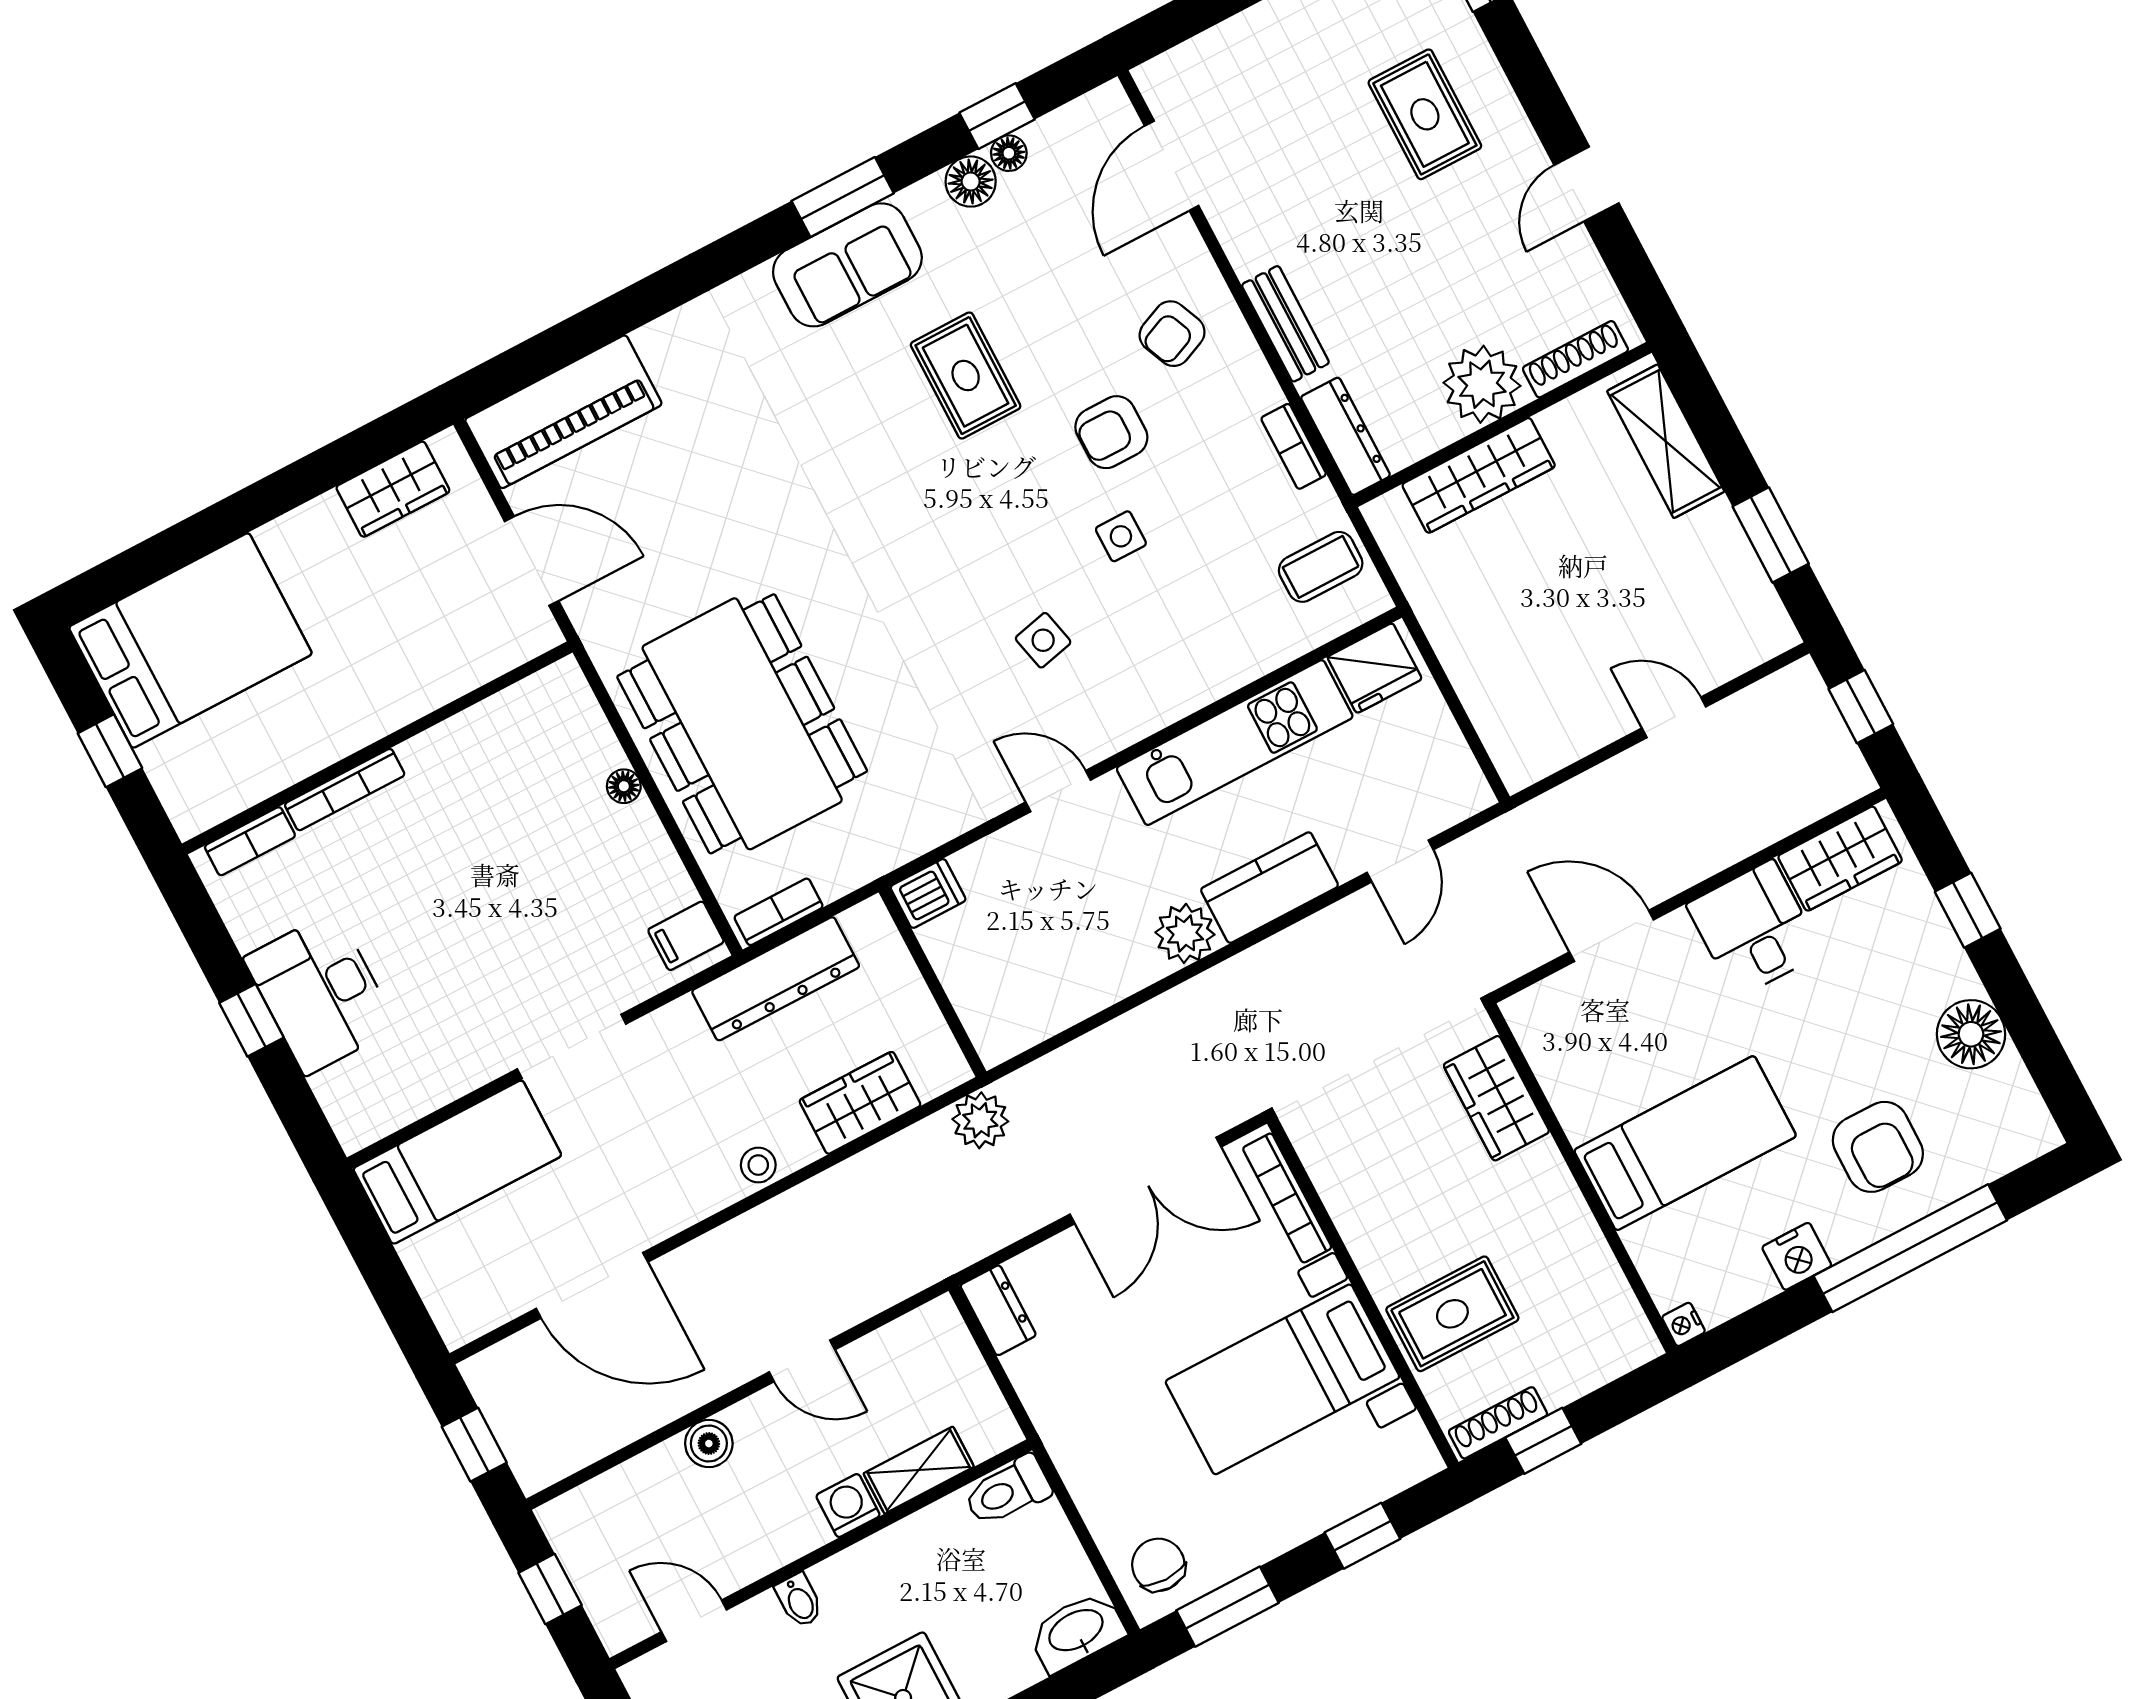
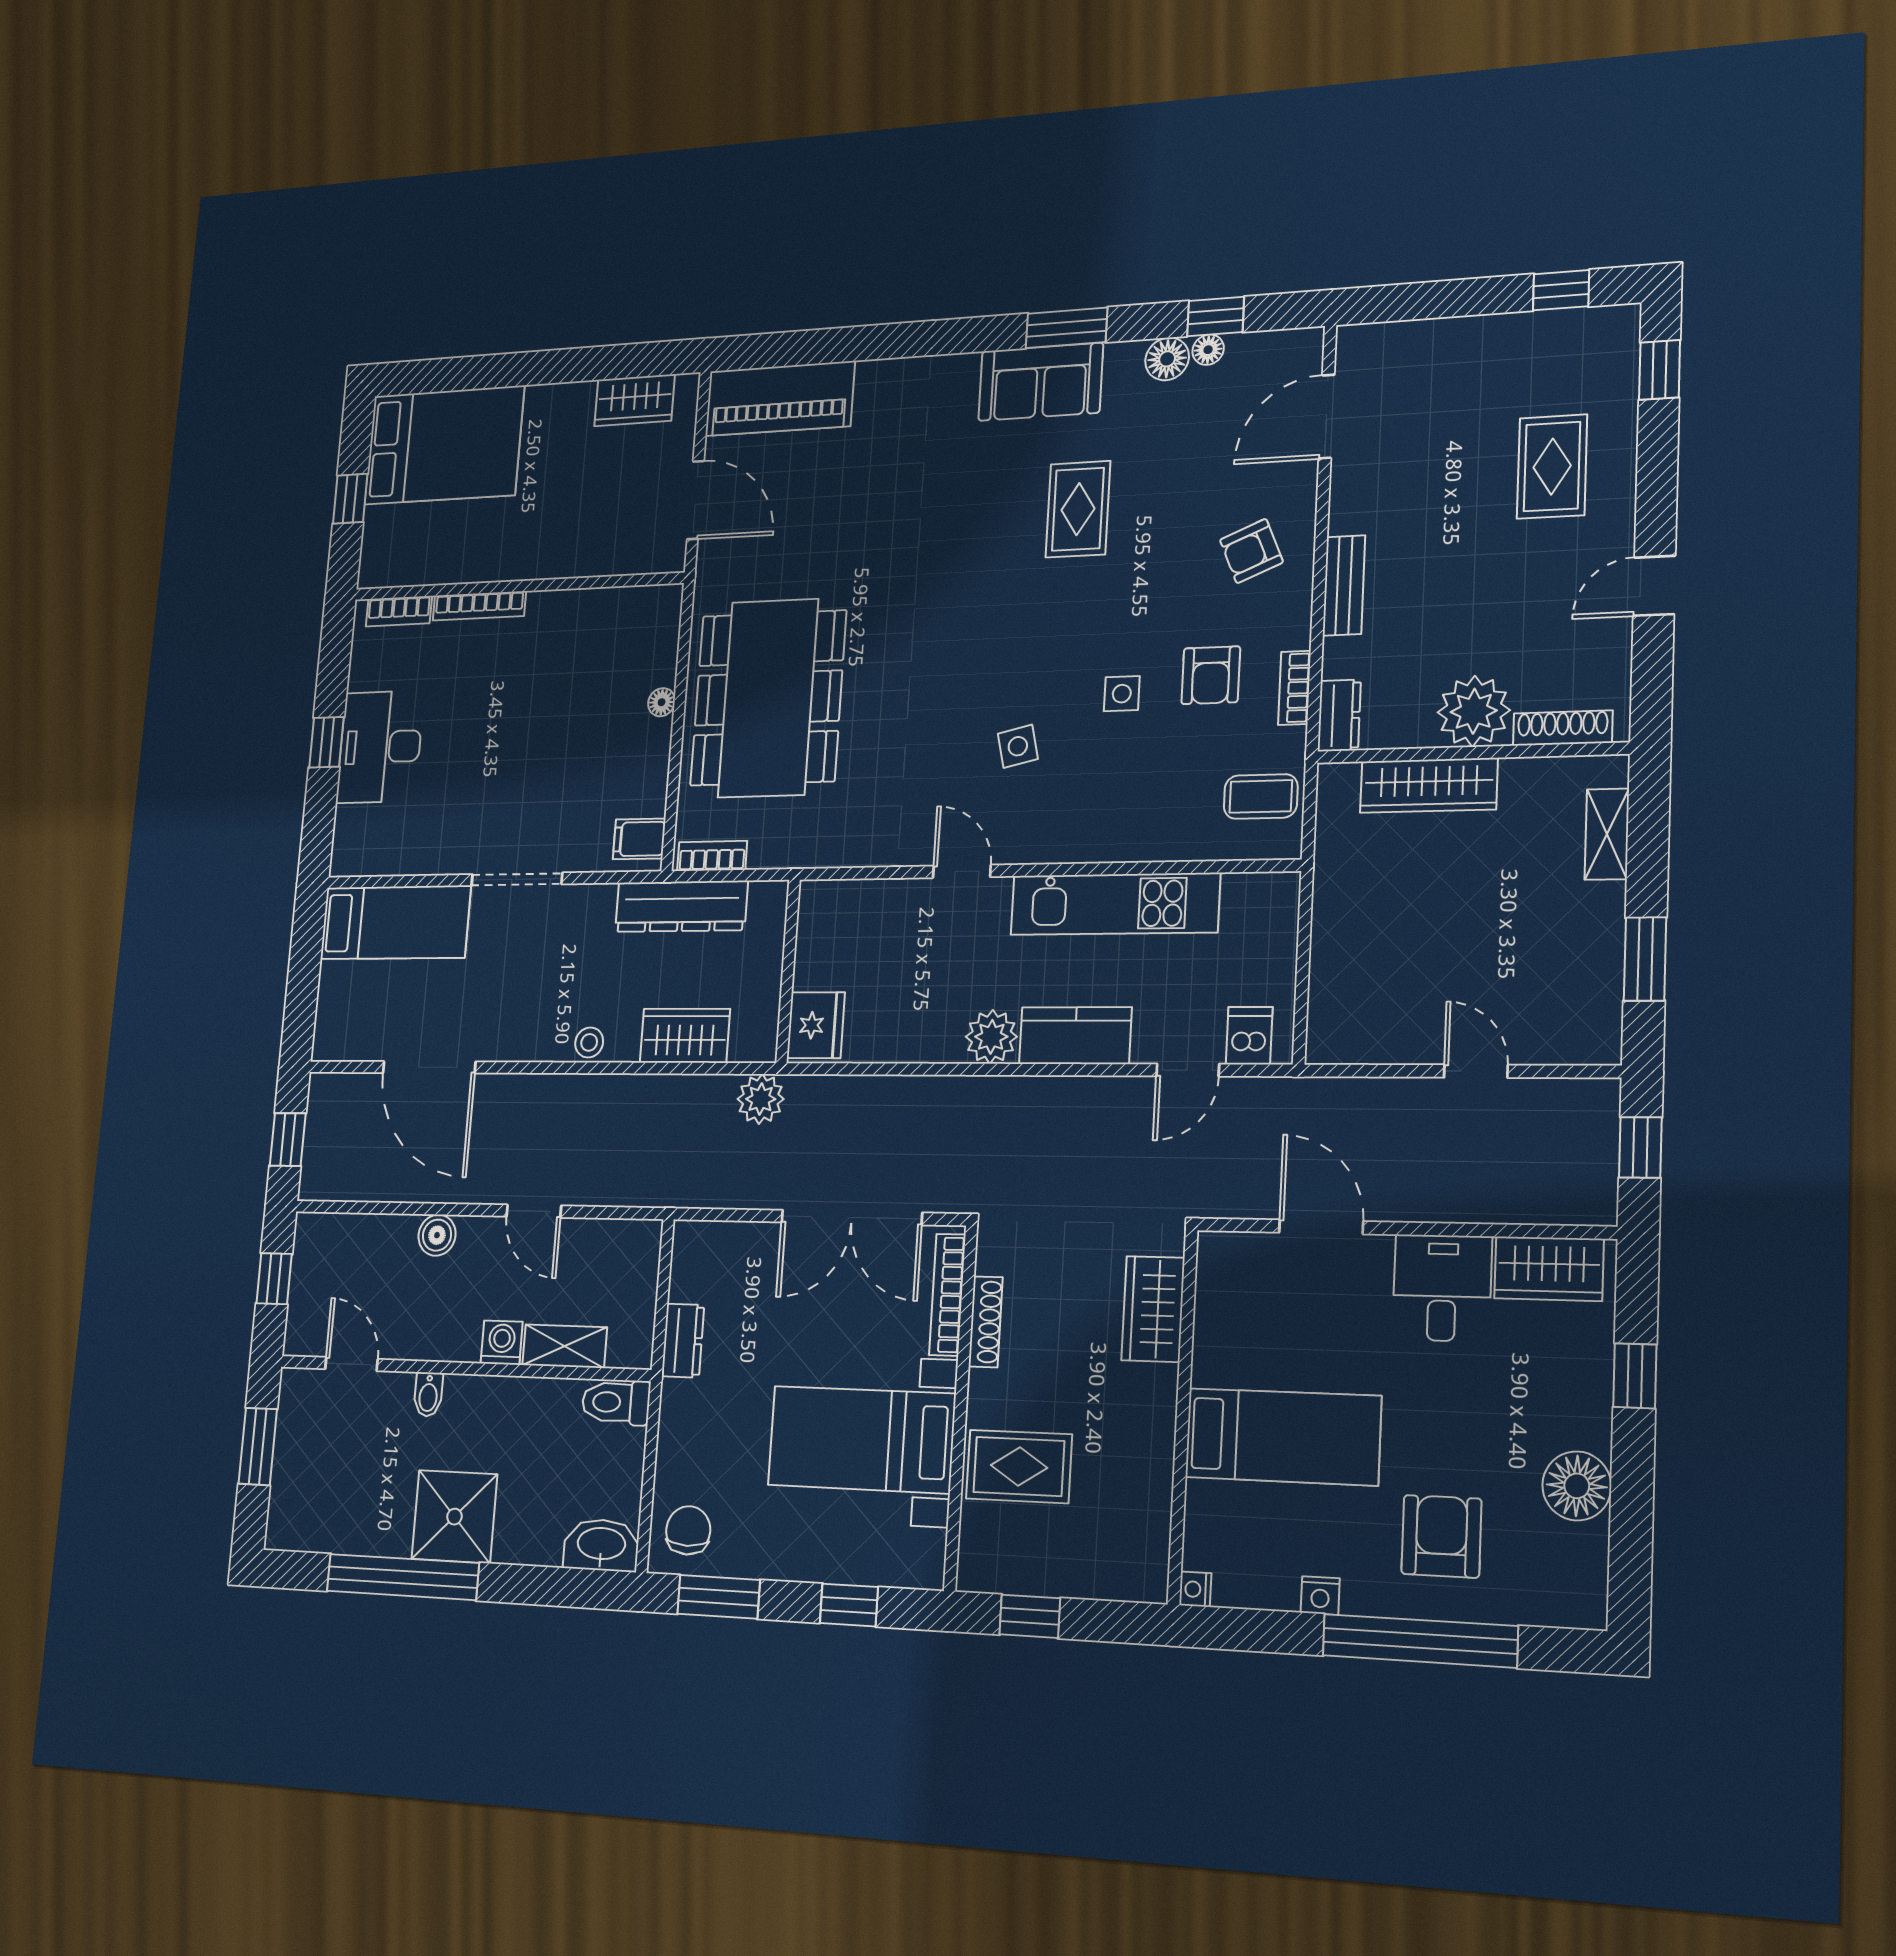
armchair: (1111, 432) -> (1211, 675), moved, turned -90
dresser: (1345, 436) -> (1339, 715), width x0.70
shelving: (1666, 441) -> (1607, 834), width x0.67, depth x0.75
fridge: (1375, 668) -> (816, 1025), moved, turned -90
dishwasher: (928, 893) -> (1249, 1036), moved, turned -90
armchair: (1878, 1147) -> (1441, 1536), turned 180
nightstand: (1797, 1256) -> (1320, 1595), width x0.72, depth x0.74
dresser: (998, 1310) -> (683, 1341), moved
shoe rack: (1498, 1423) -> (986, 1322), moved, turned 90

